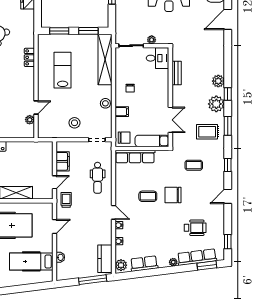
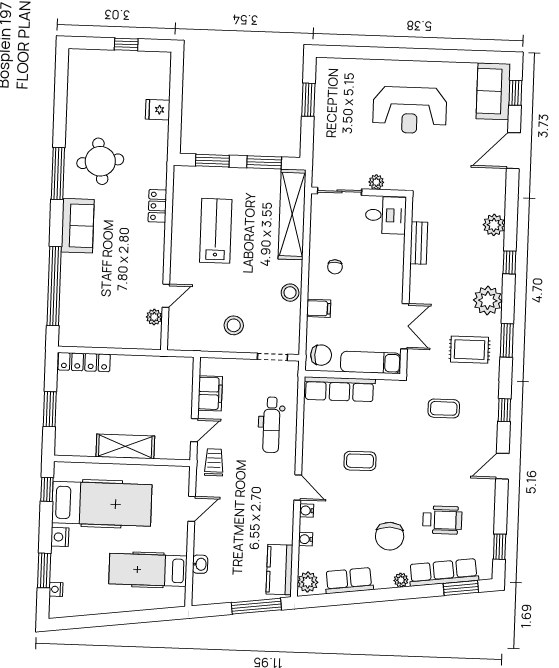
plant: (218, 81) -> (494, 225), moved
window: (228, 94) -> (509, 262), moved
chair: (173, 195) -> (390, 536), moved, turned -90

